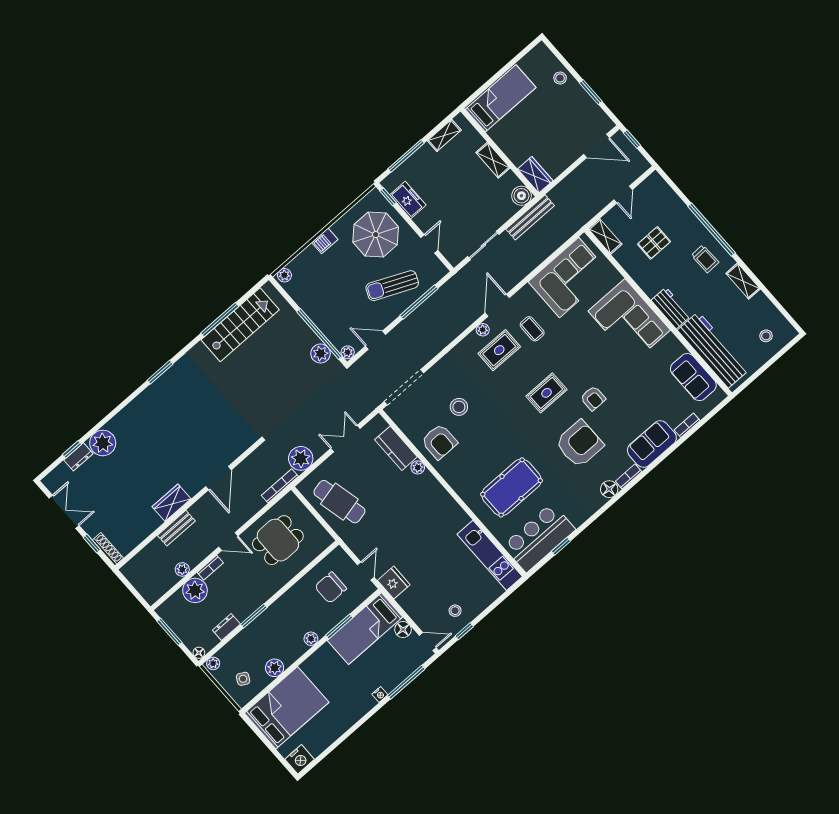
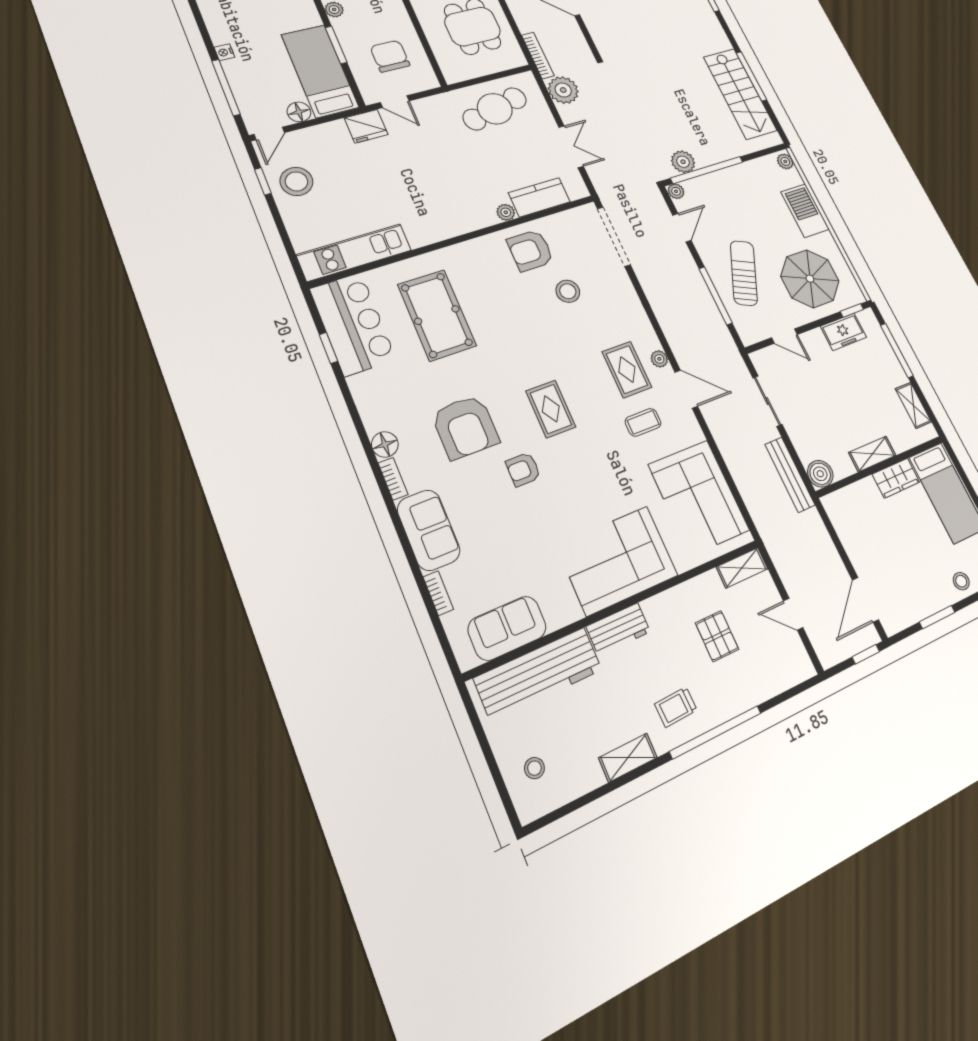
wardrobe: (535, 175) -> (896, 478), moved
barbecue: (325, 241) -> (805, 211), width x1.88, depth x1.53
stool: (455, 611) -> (296, 181), width x1.89, depth x1.89

